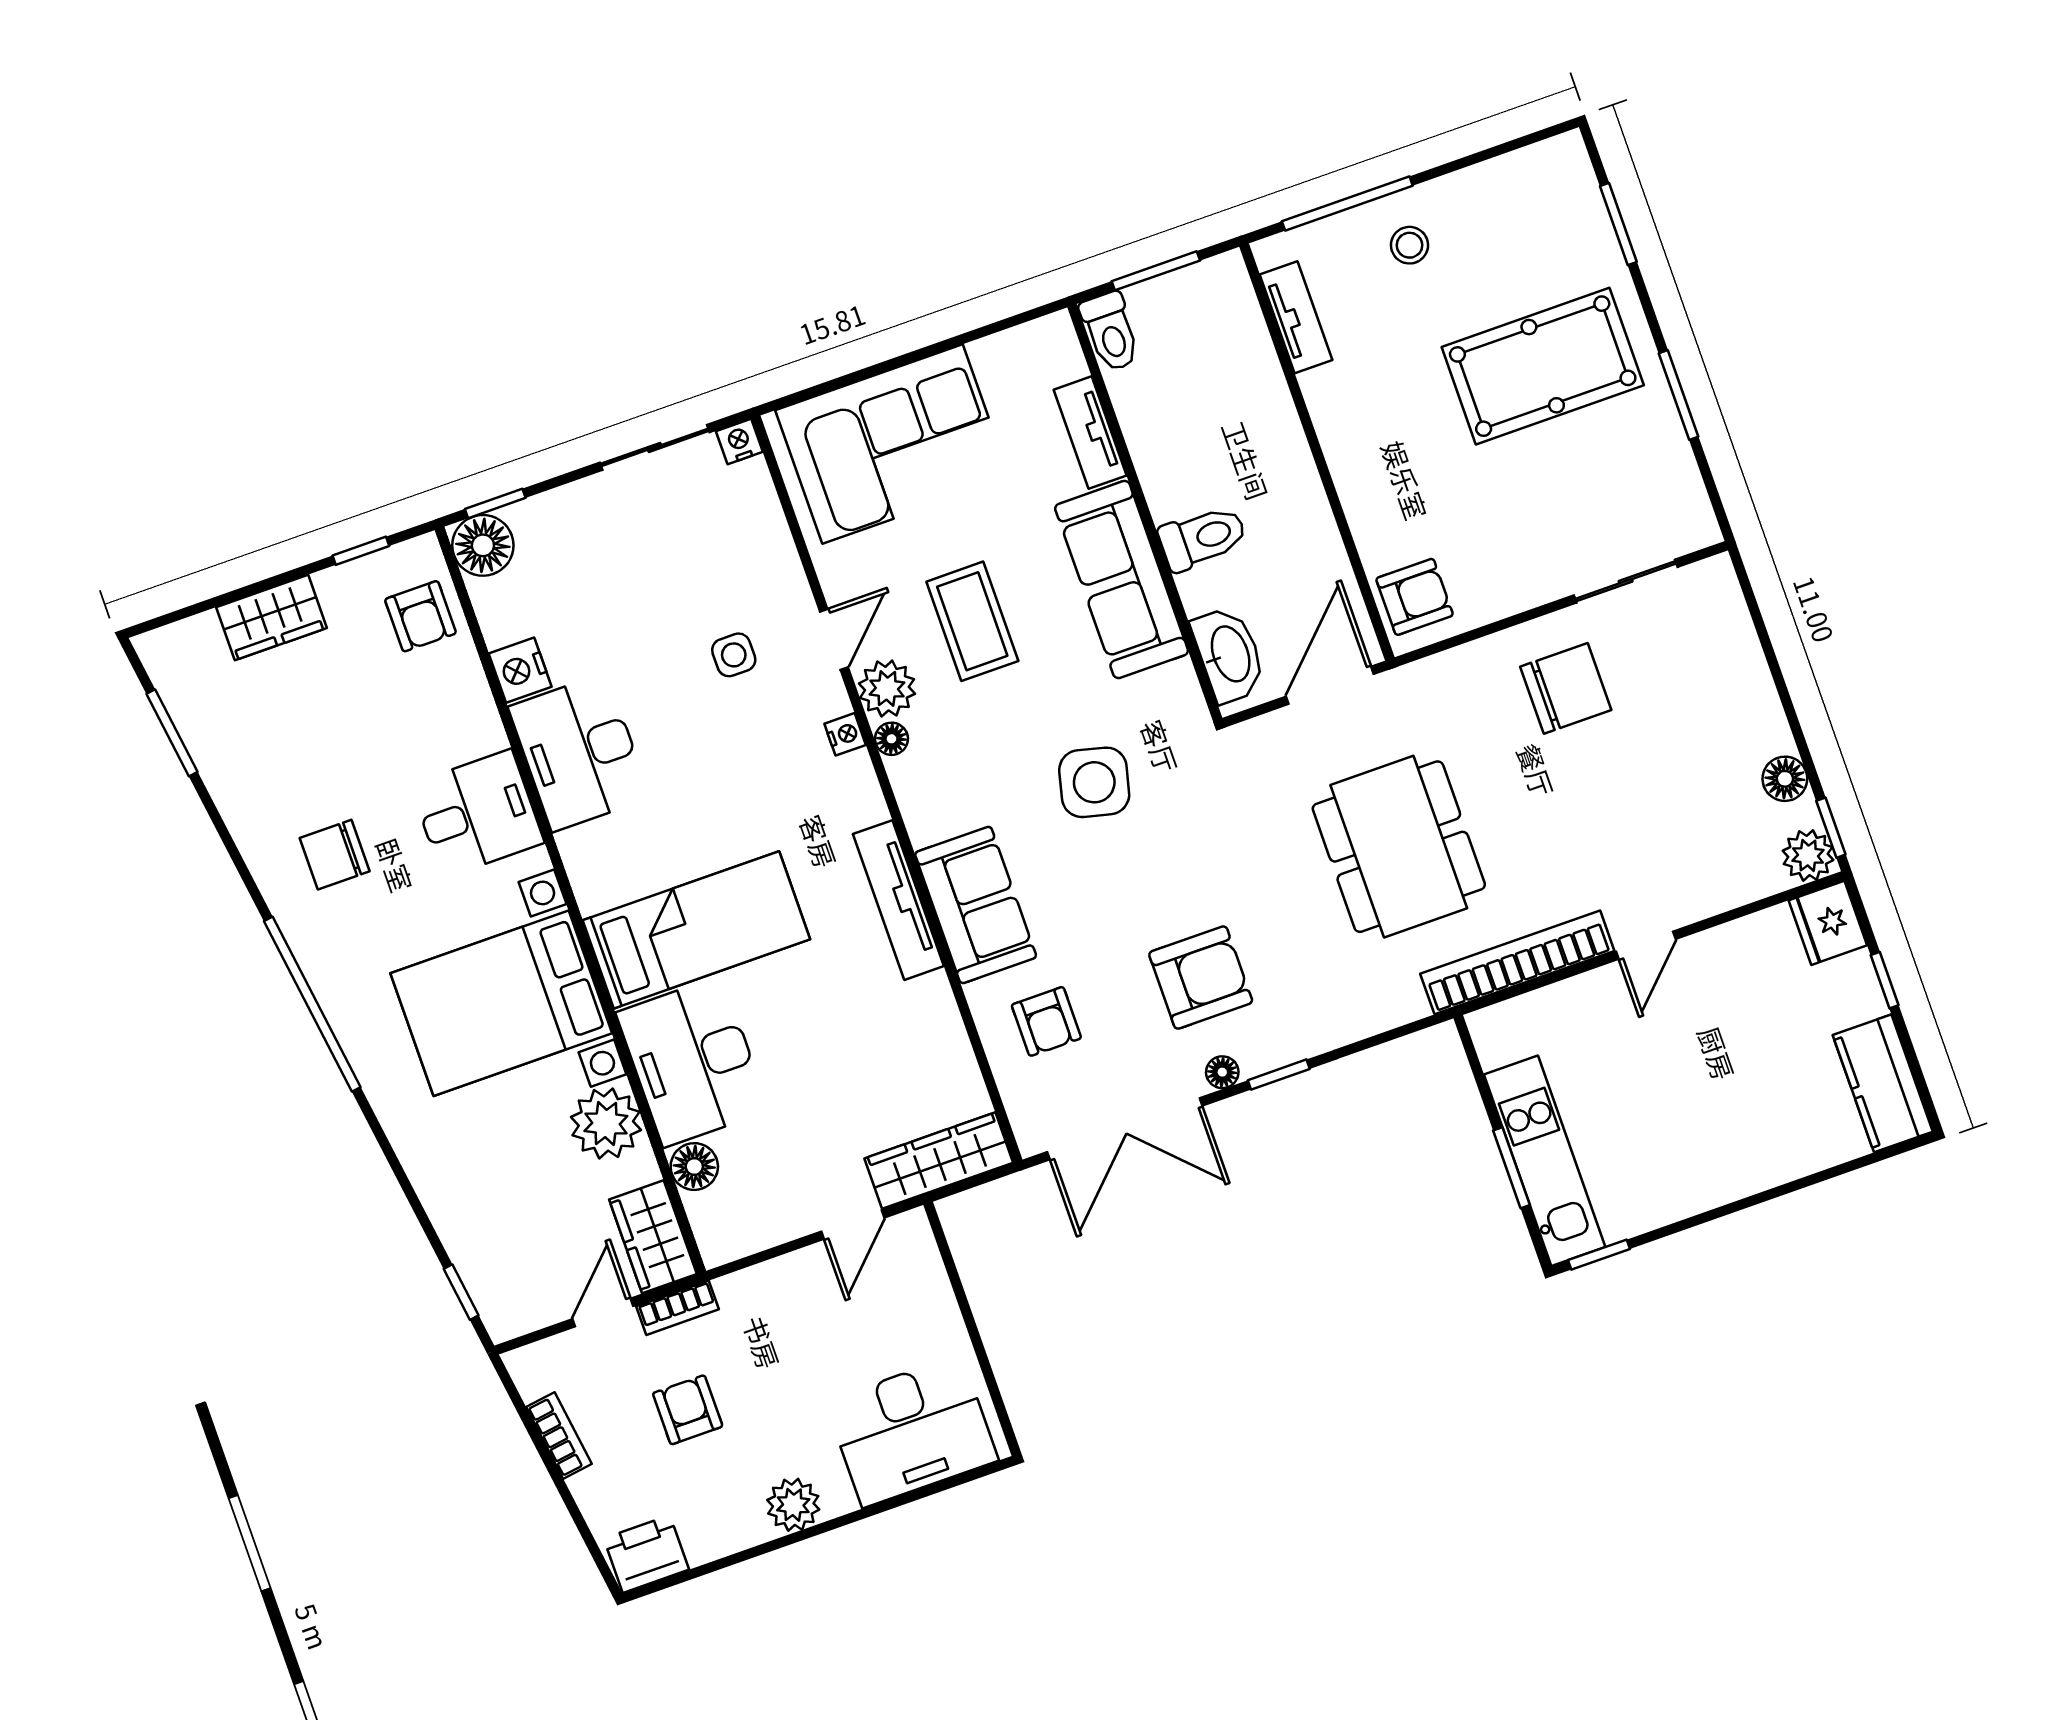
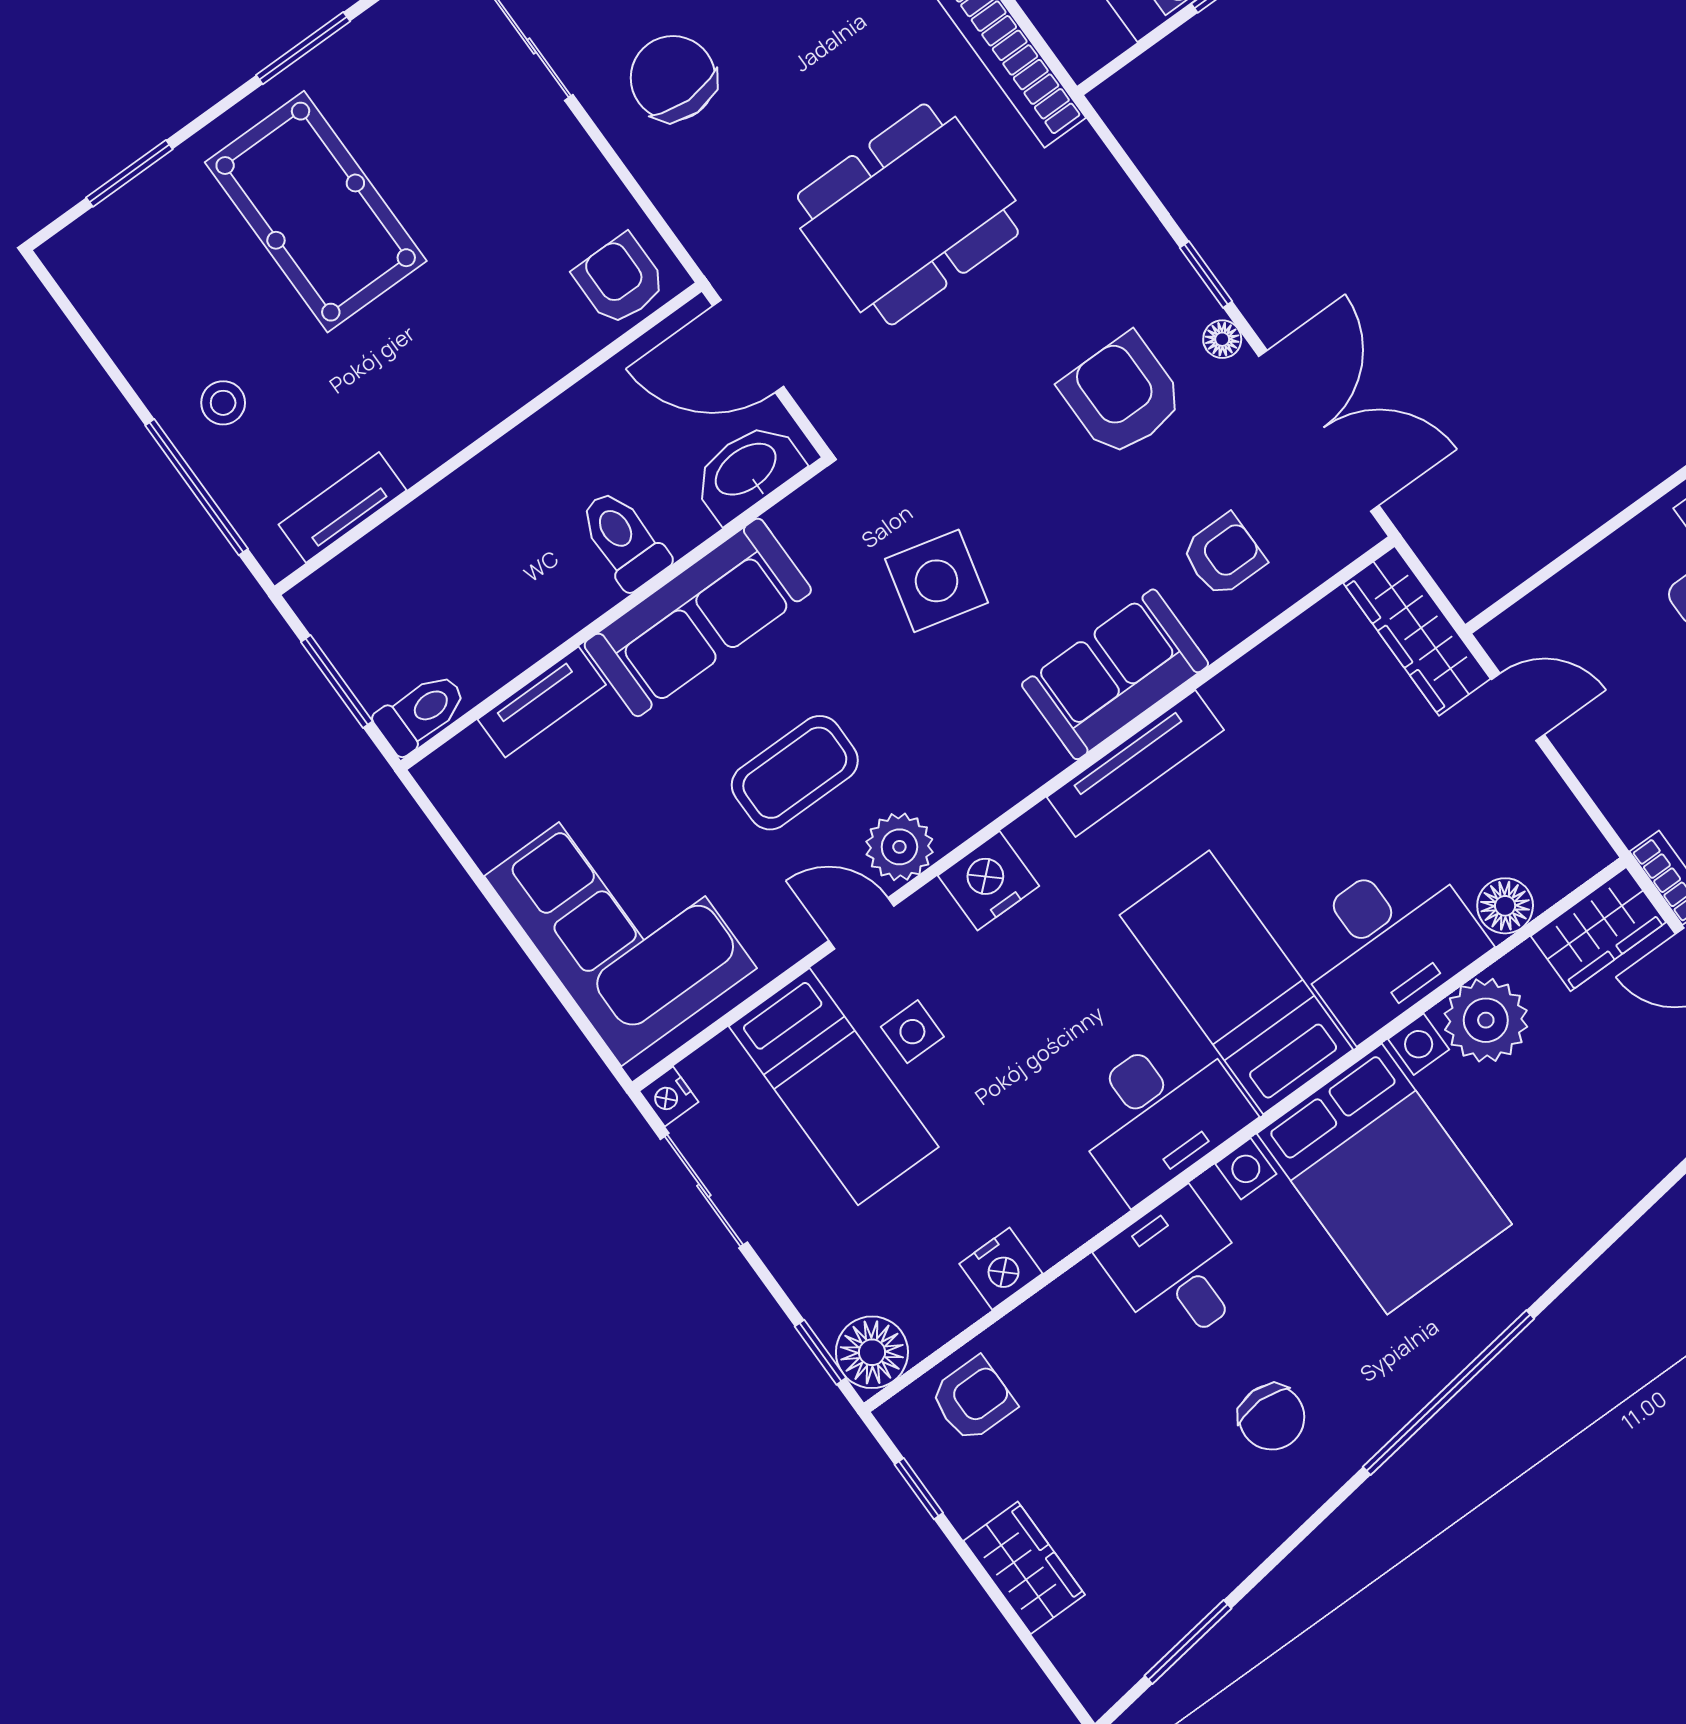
bed: (708, 578) -> (834, 1087), added
nightstand: (845, 734) -> (989, 881), width x1.89, depth x1.79
floor lamp: (891, 739) -> (955, 825), removed
desk: (579, 752) -> (1159, 1113), moved

